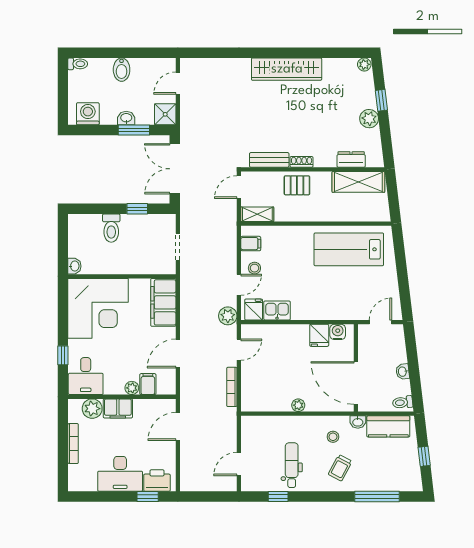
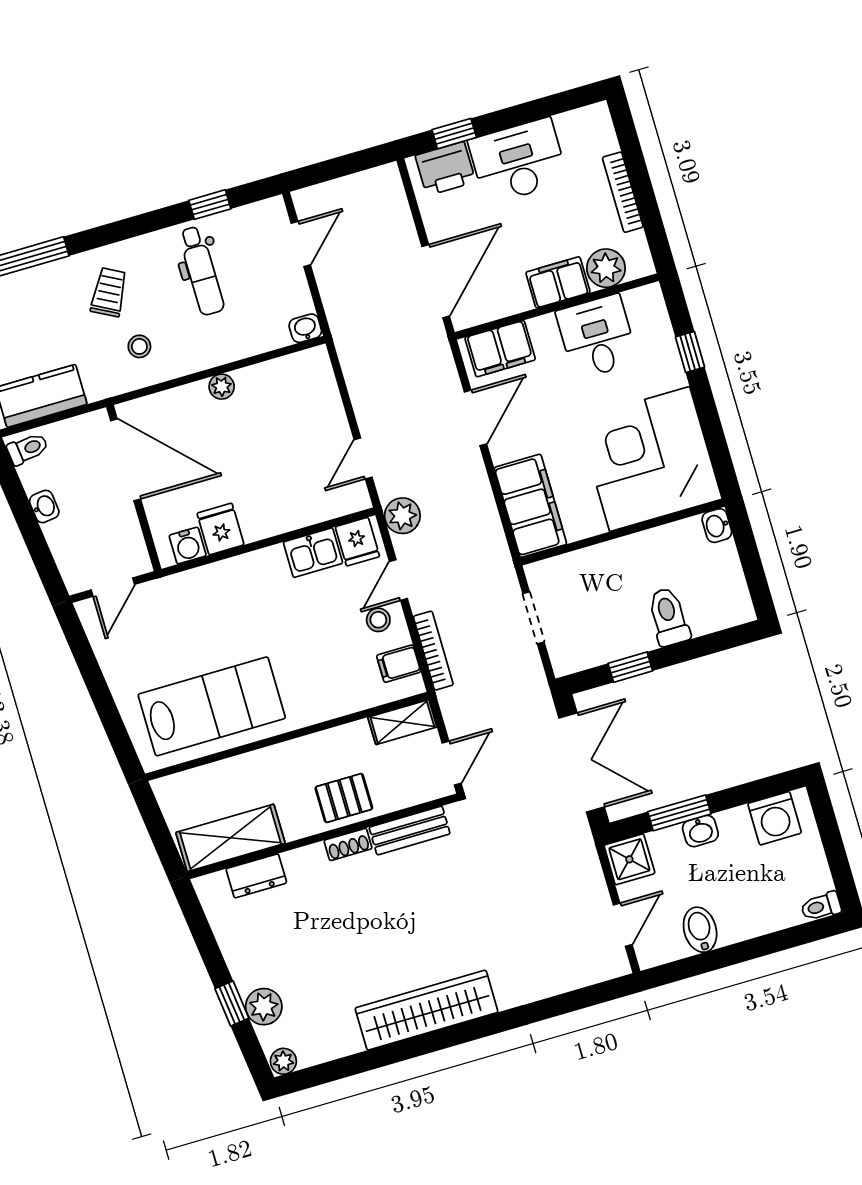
bidet: (122, 70) -> (700, 930), moved
plant: (369, 119) -> (264, 1007), moved
desk: (86, 376) -> (597, 337), moved
filing cabinet: (148, 384) -> (500, 349), width x2.00
bookcase: (232, 387) -> (433, 651), moved
plant: (132, 388) -> (543, 328), removed
washbasin: (358, 422) -> (305, 328), moved
door: (178, 426) -> (436, 281), width x1.36

